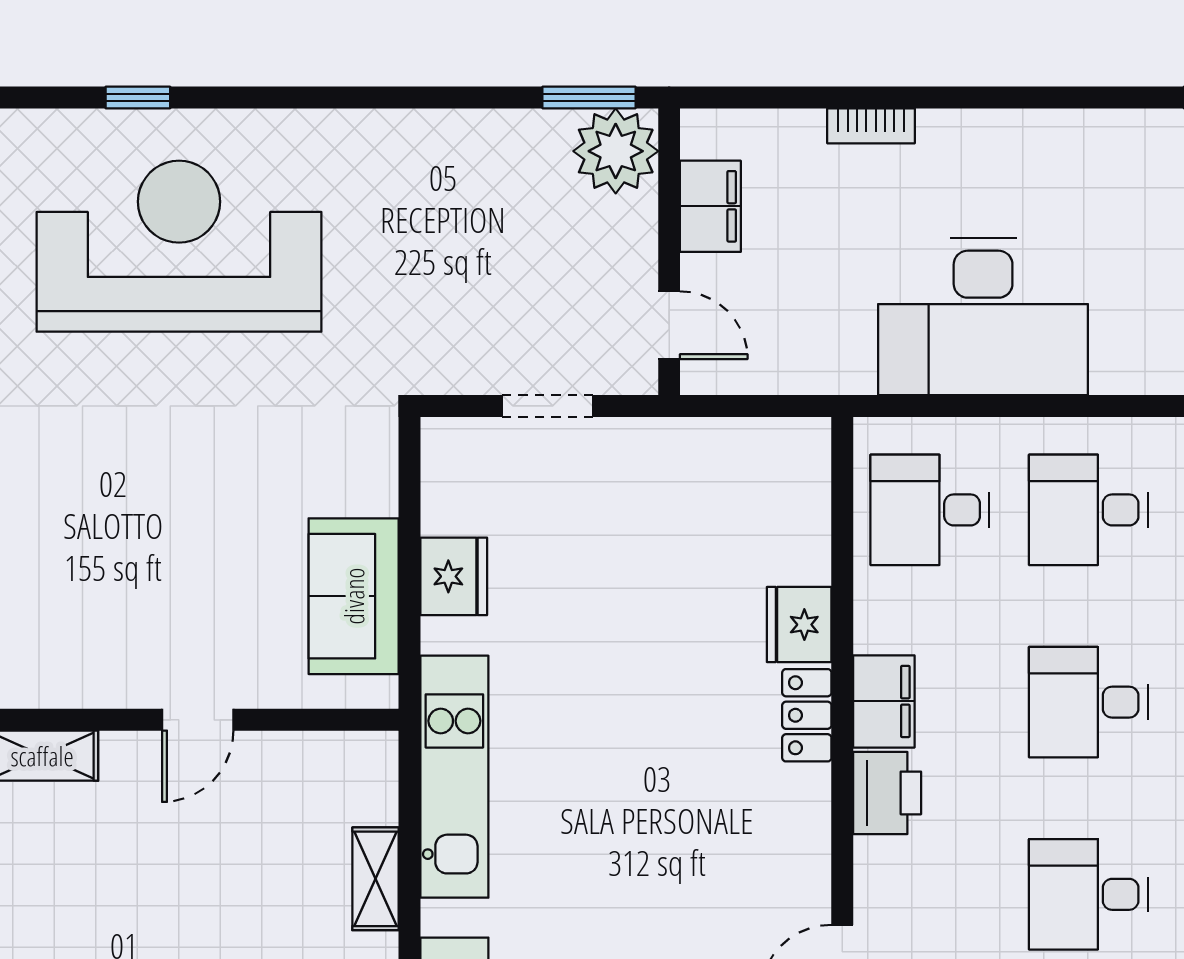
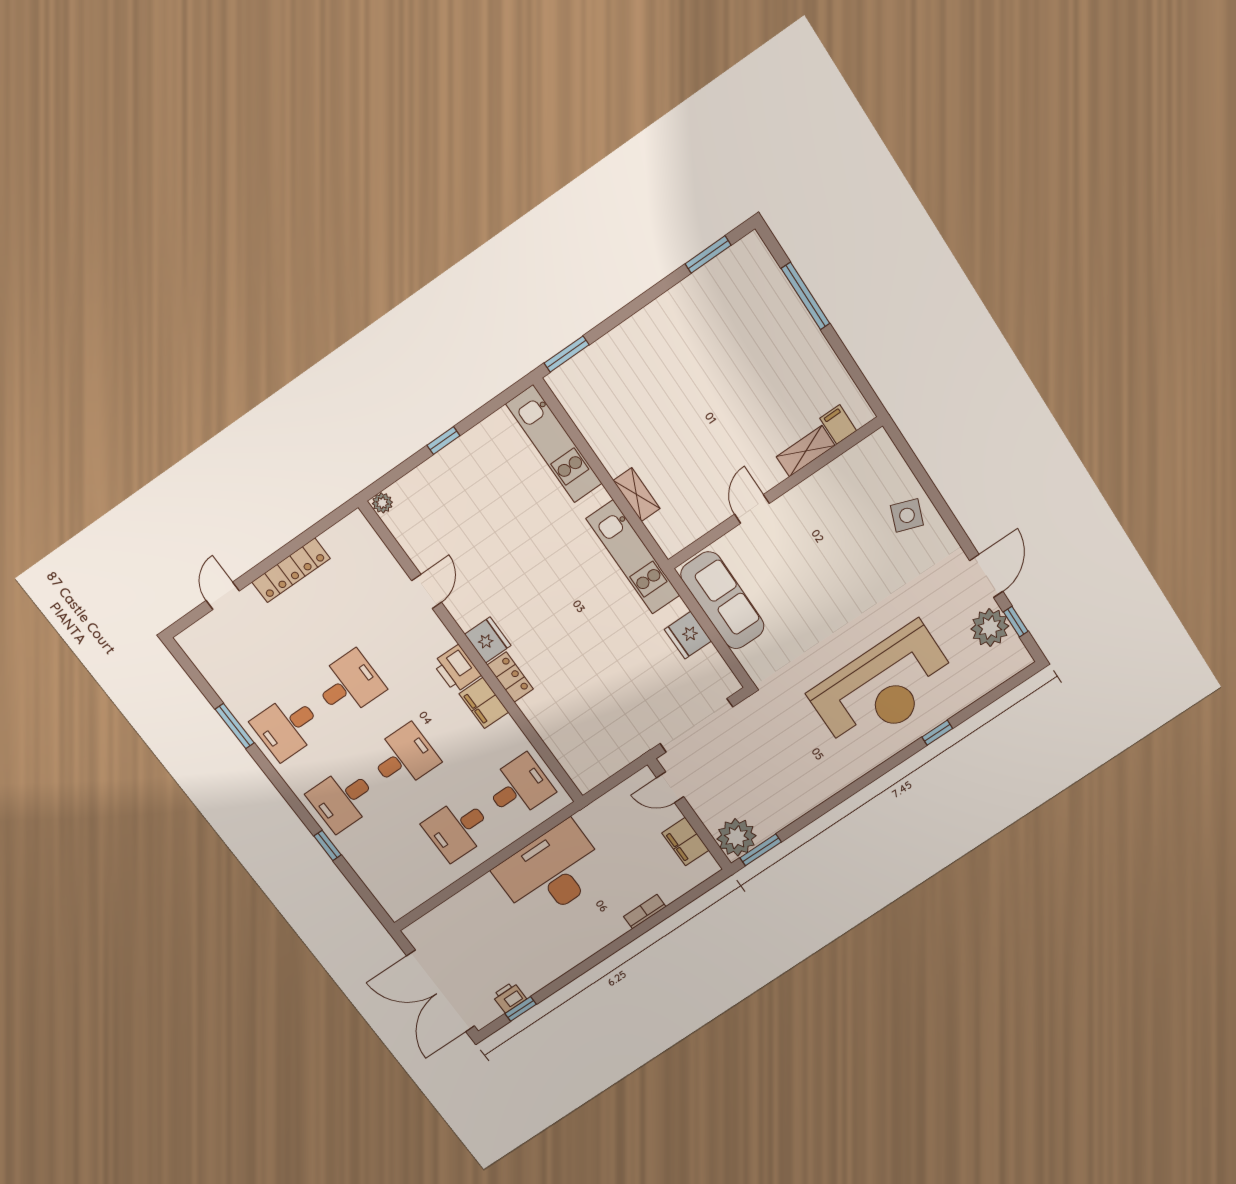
doorway: (547, 406) -> (696, 725), width x1.87
desk: (1088, 510) -> (458, 829), turned 180
sofa: (354, 596) -> (722, 600), width x1.36
fridge: (799, 625) -> (488, 640), moved

